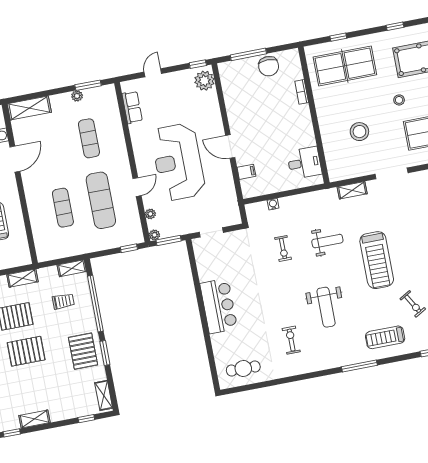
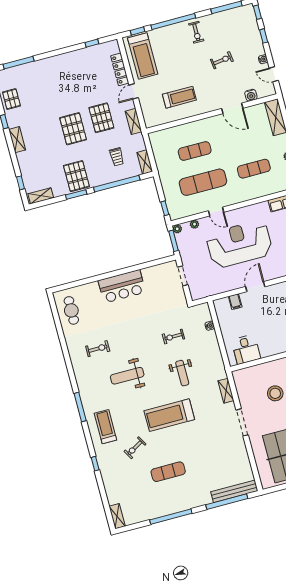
pallet: (83, 351) -> (76, 176), turned 90

